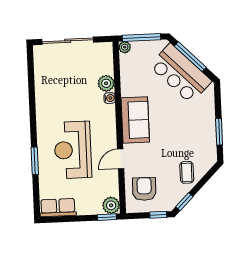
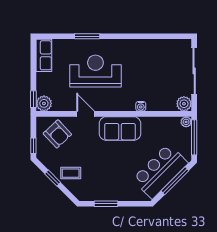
plant: (106, 83) -> (184, 104), moved
armchair: (144, 189) -> (57, 134), turned 46
window: (184, 202) -> (53, 178), moved

